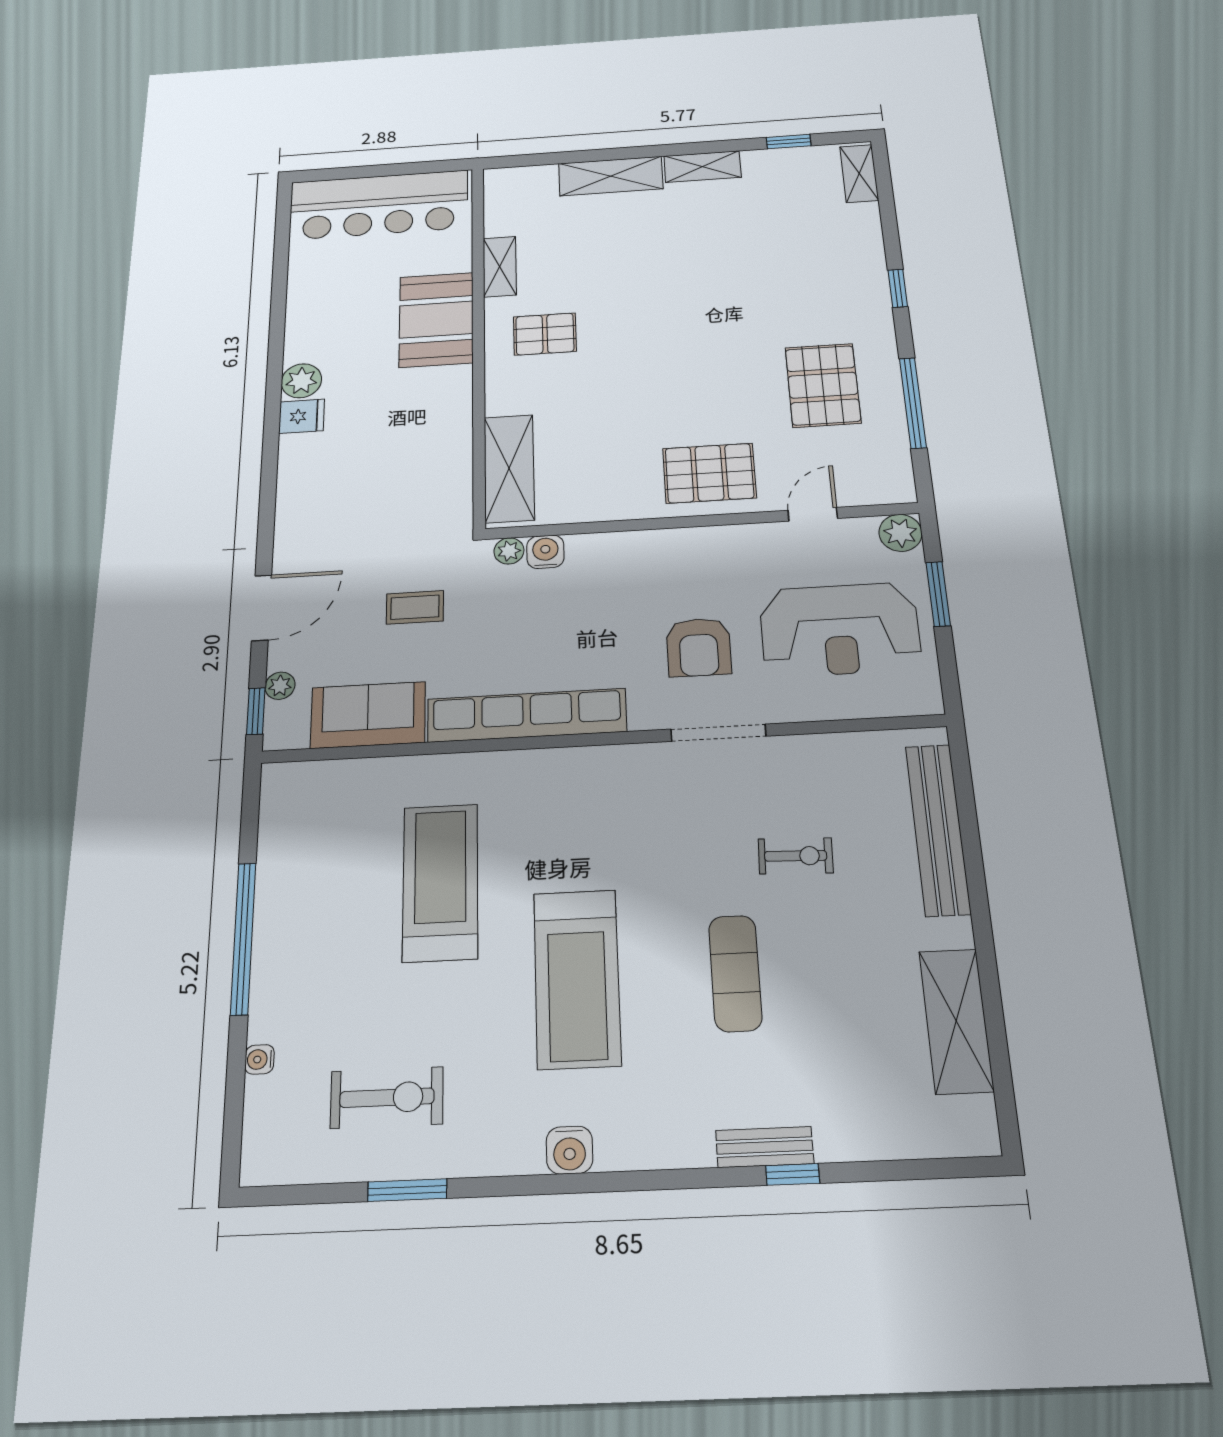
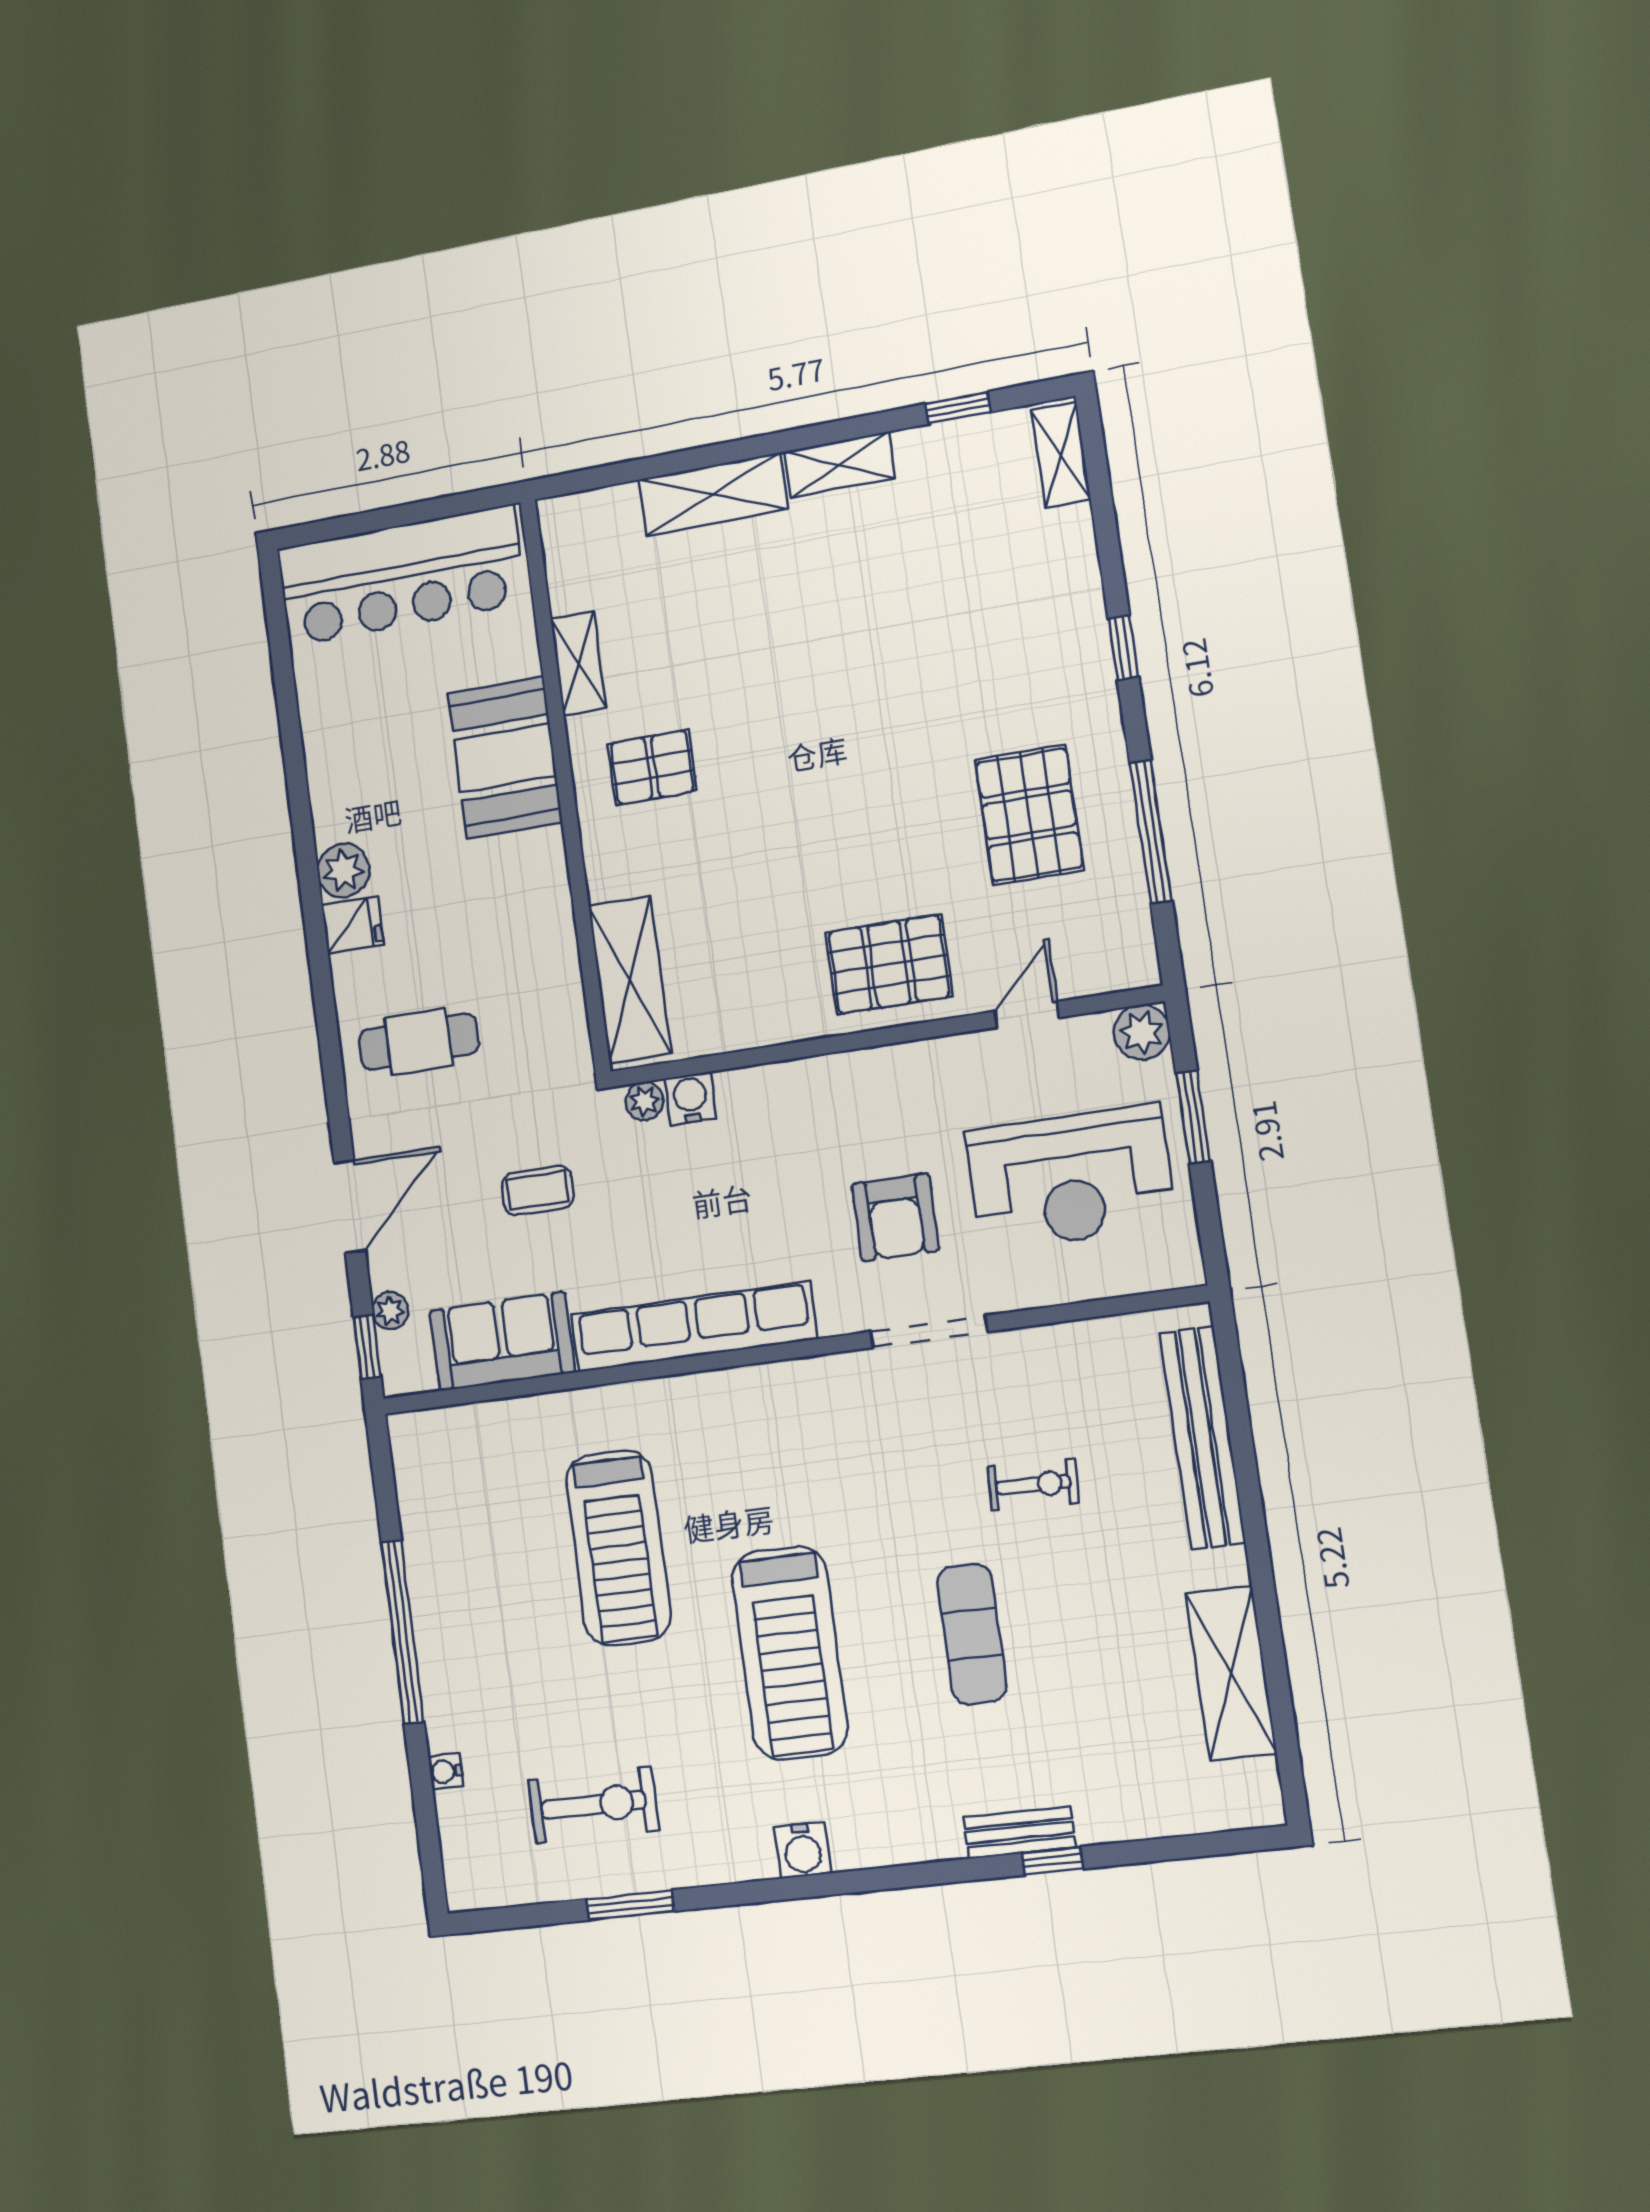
cafe table: (338, 497) -> (419, 1042), added
treadmill: (440, 882) -> (618, 1548), turned 180

